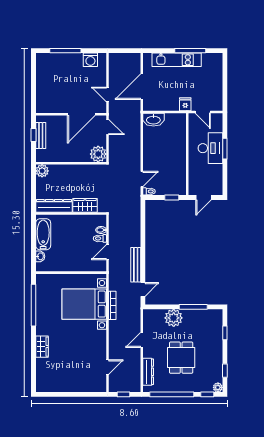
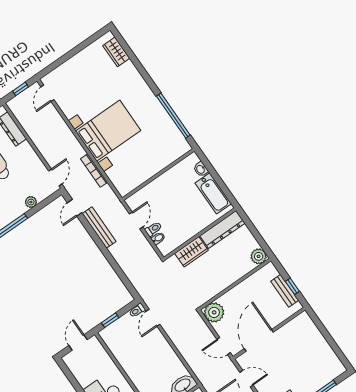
bed with nightstands: (84, 304) -> (108, 131), moved
plant: (174, 318) -> (31, 202), width x0.53, depth x0.53
door: (142, 340) -> (55, 177), moved
wardrobe: (42, 347) -> (116, 52), moved
door: (108, 367) -> (47, 93), moved

